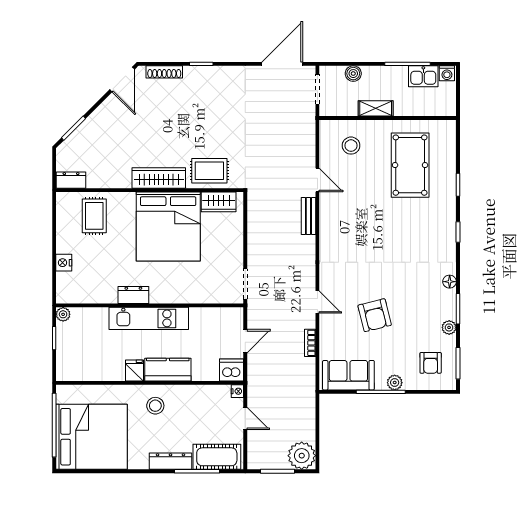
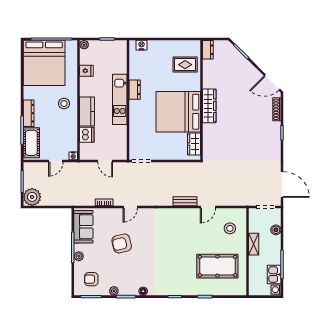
rug: (209, 171) -> (214, 138), removed
nightstand: (64, 263) -> (141, 45), moved
plant: (63, 314) -> (84, 45), moved
dishwasher: (232, 370) -> (87, 135), moved
fridge: (135, 371) -> (86, 71), moved

